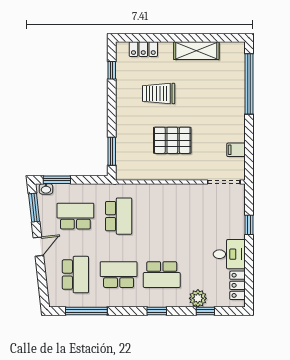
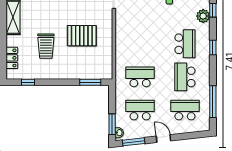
pallet: (172, 140) -> (82, 36), turned 90
school desk: (75, 216) -> (140, 110), turned 90

